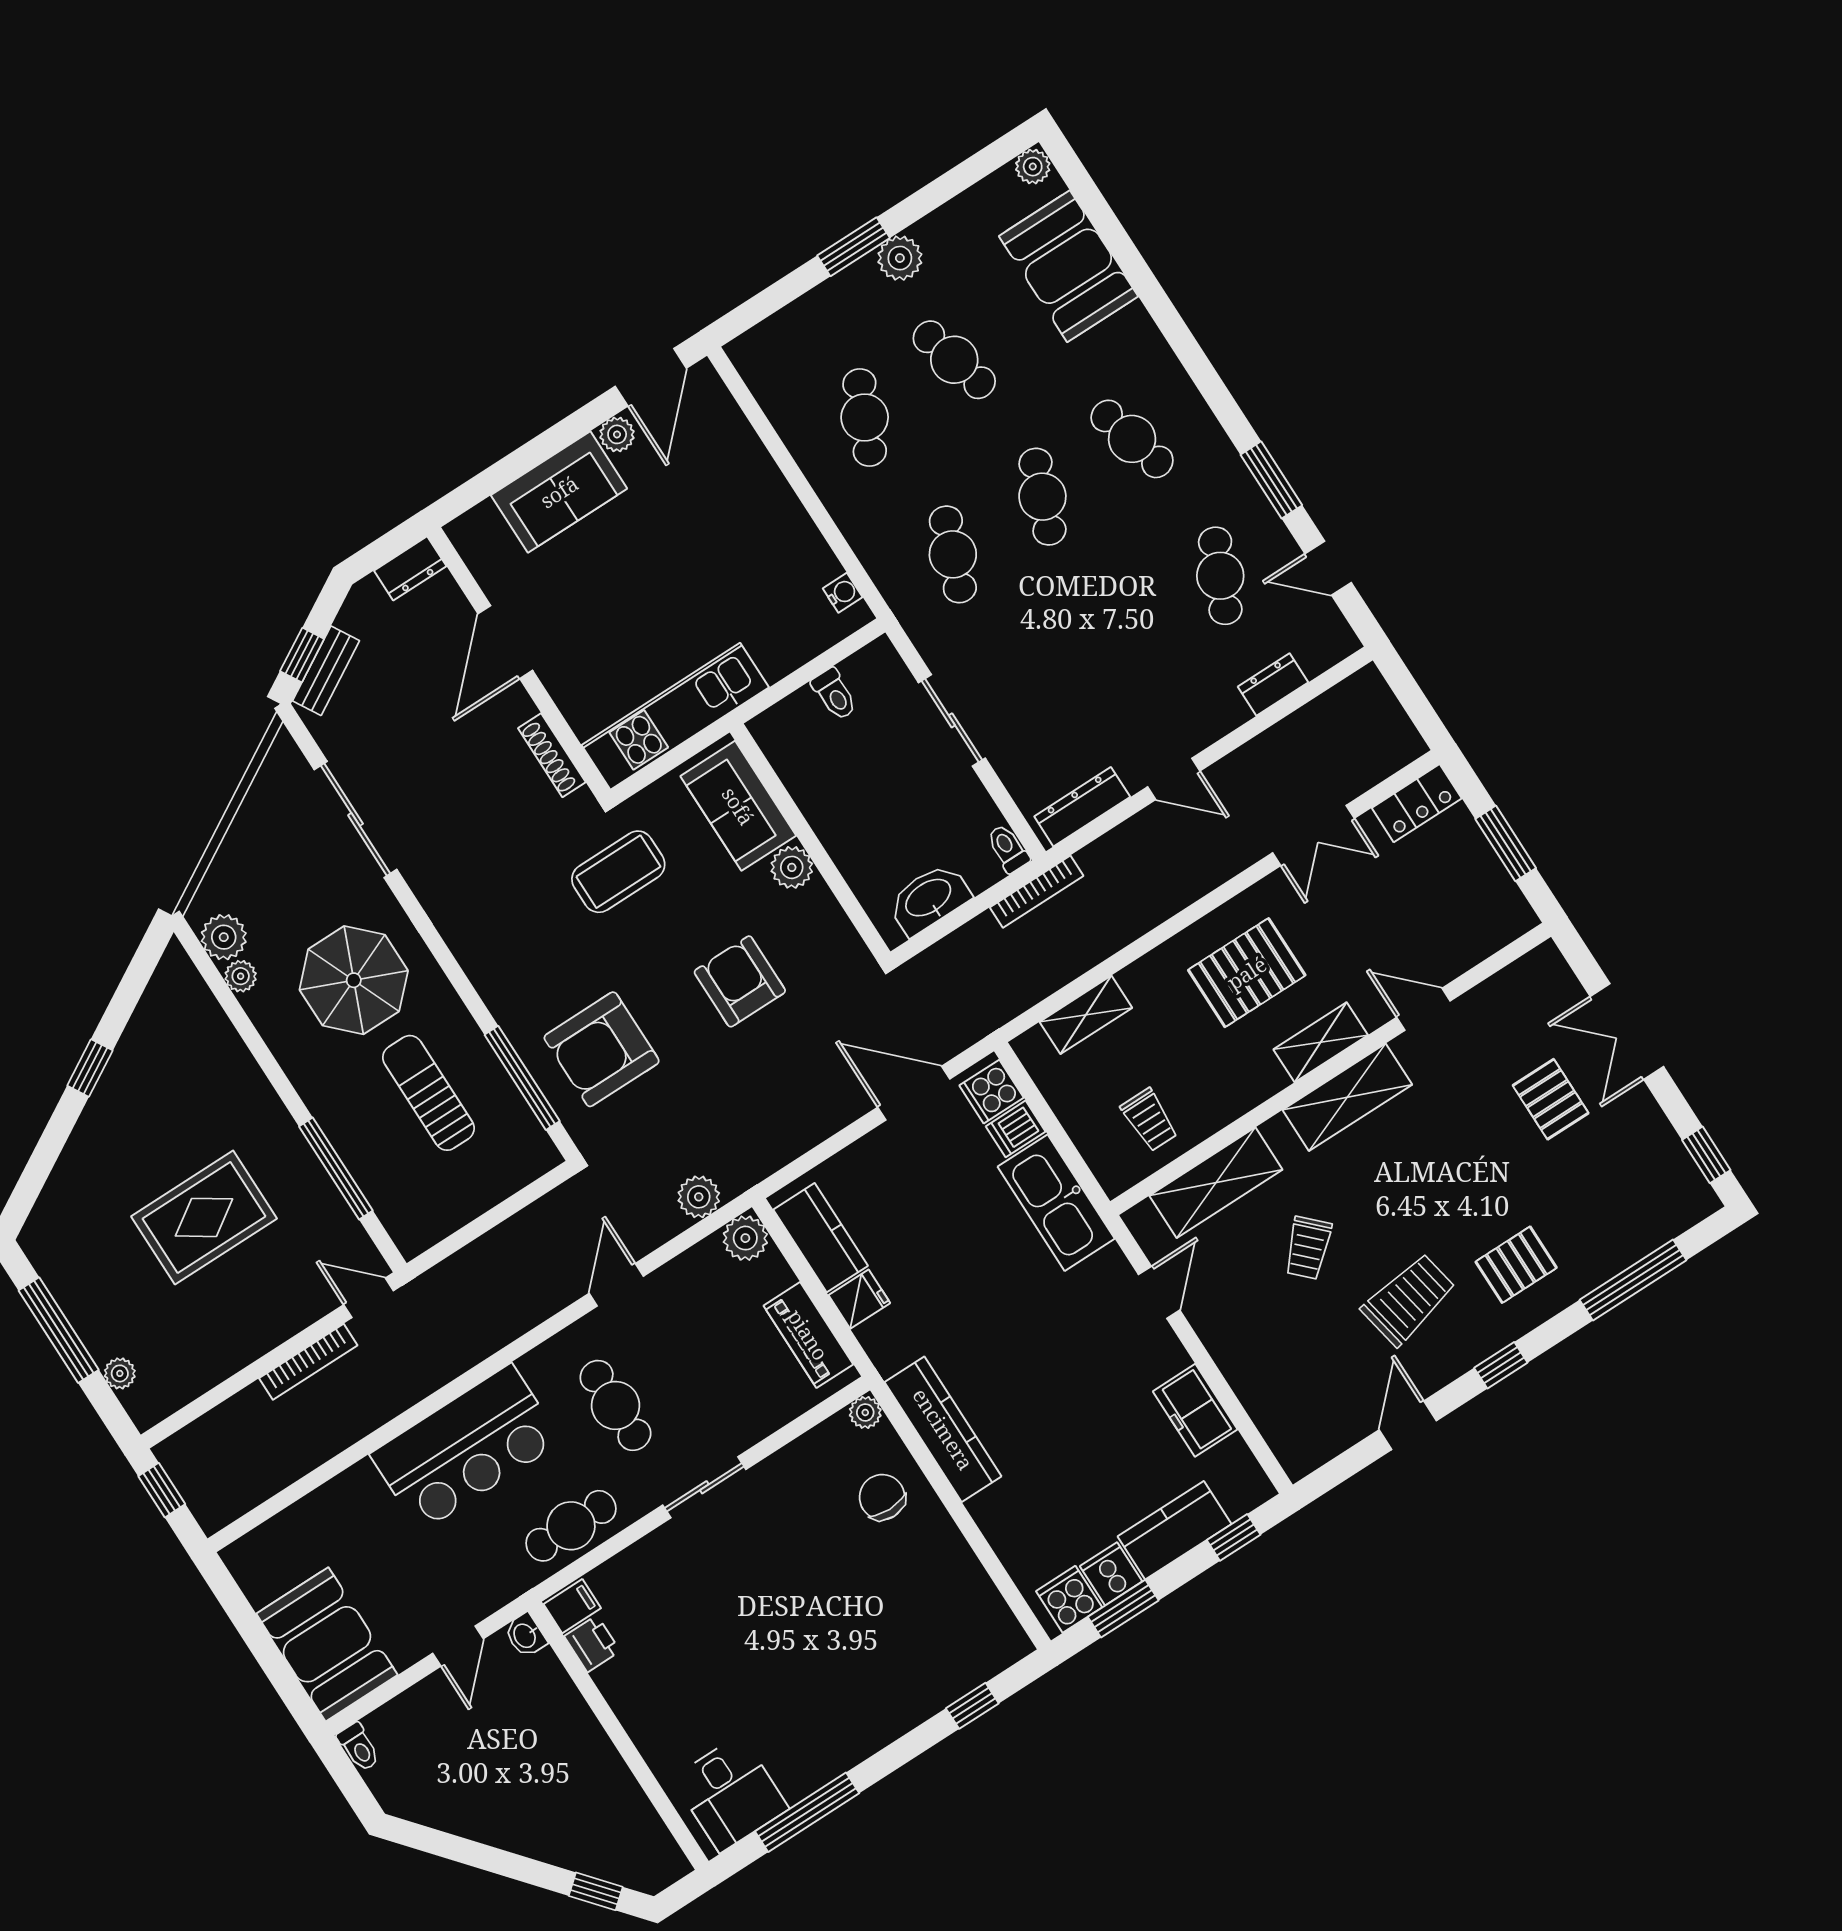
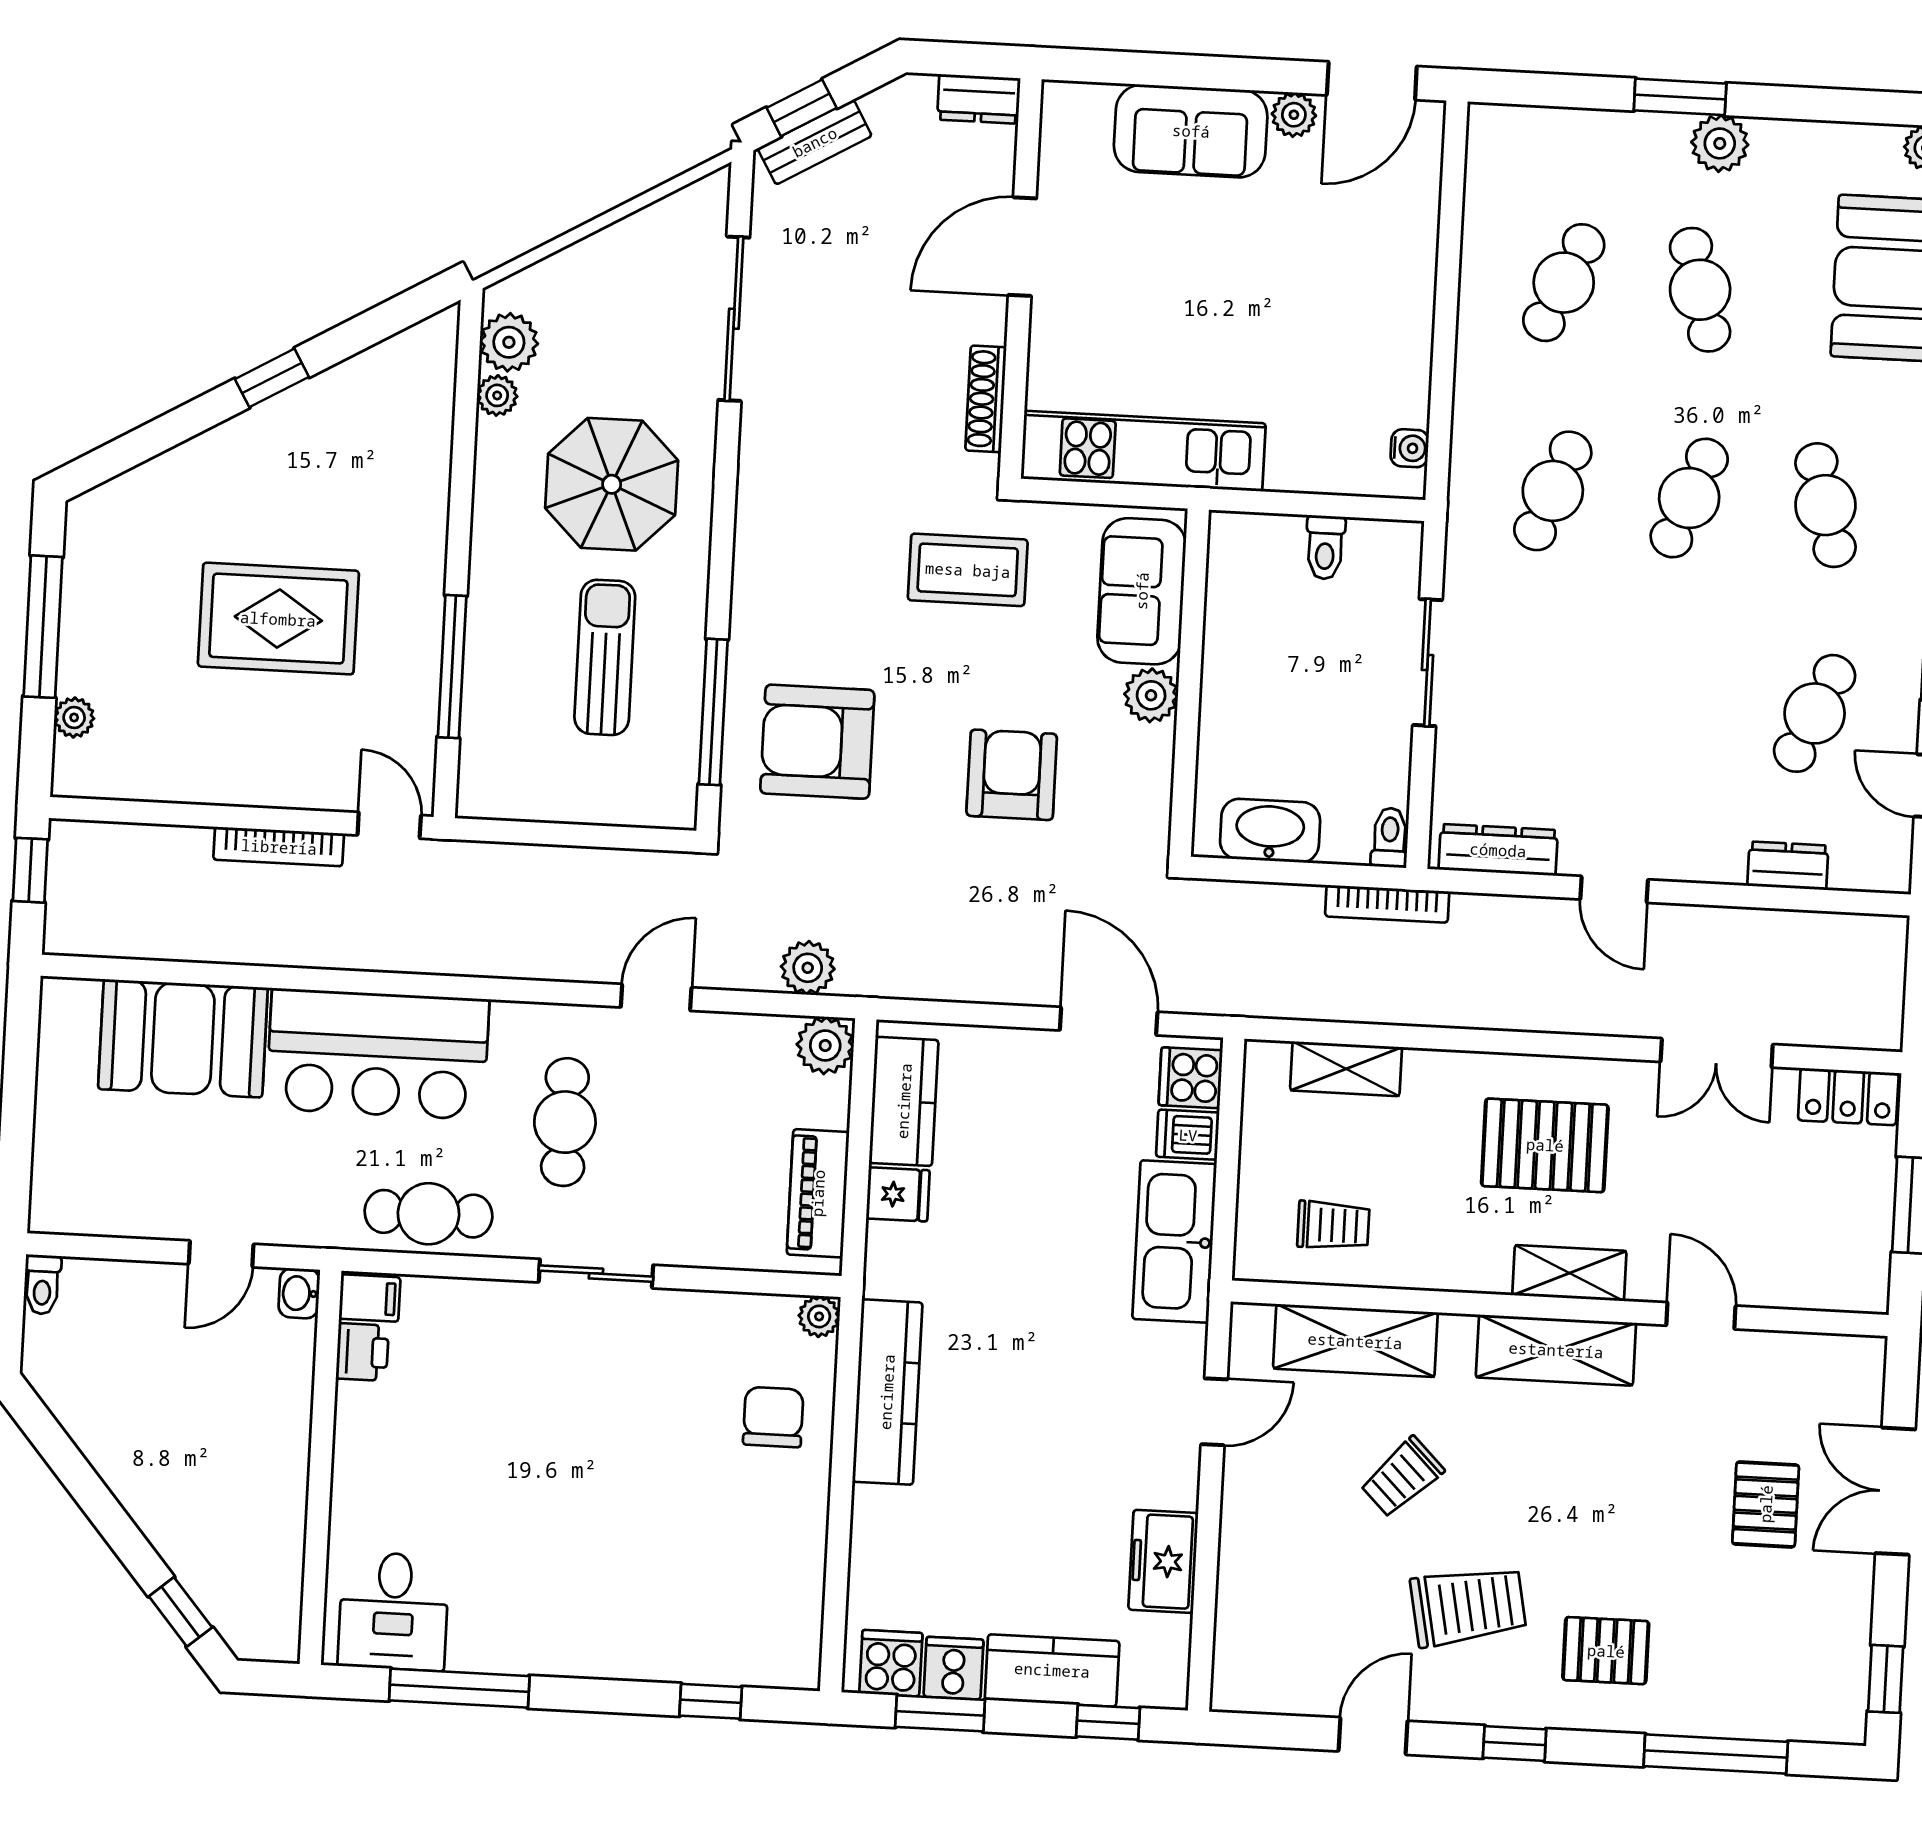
trolley: (1149, 1120) -> (1333, 1225), turned -90
booth: (327, 1644) -> (183, 1038), moved, turned 90

